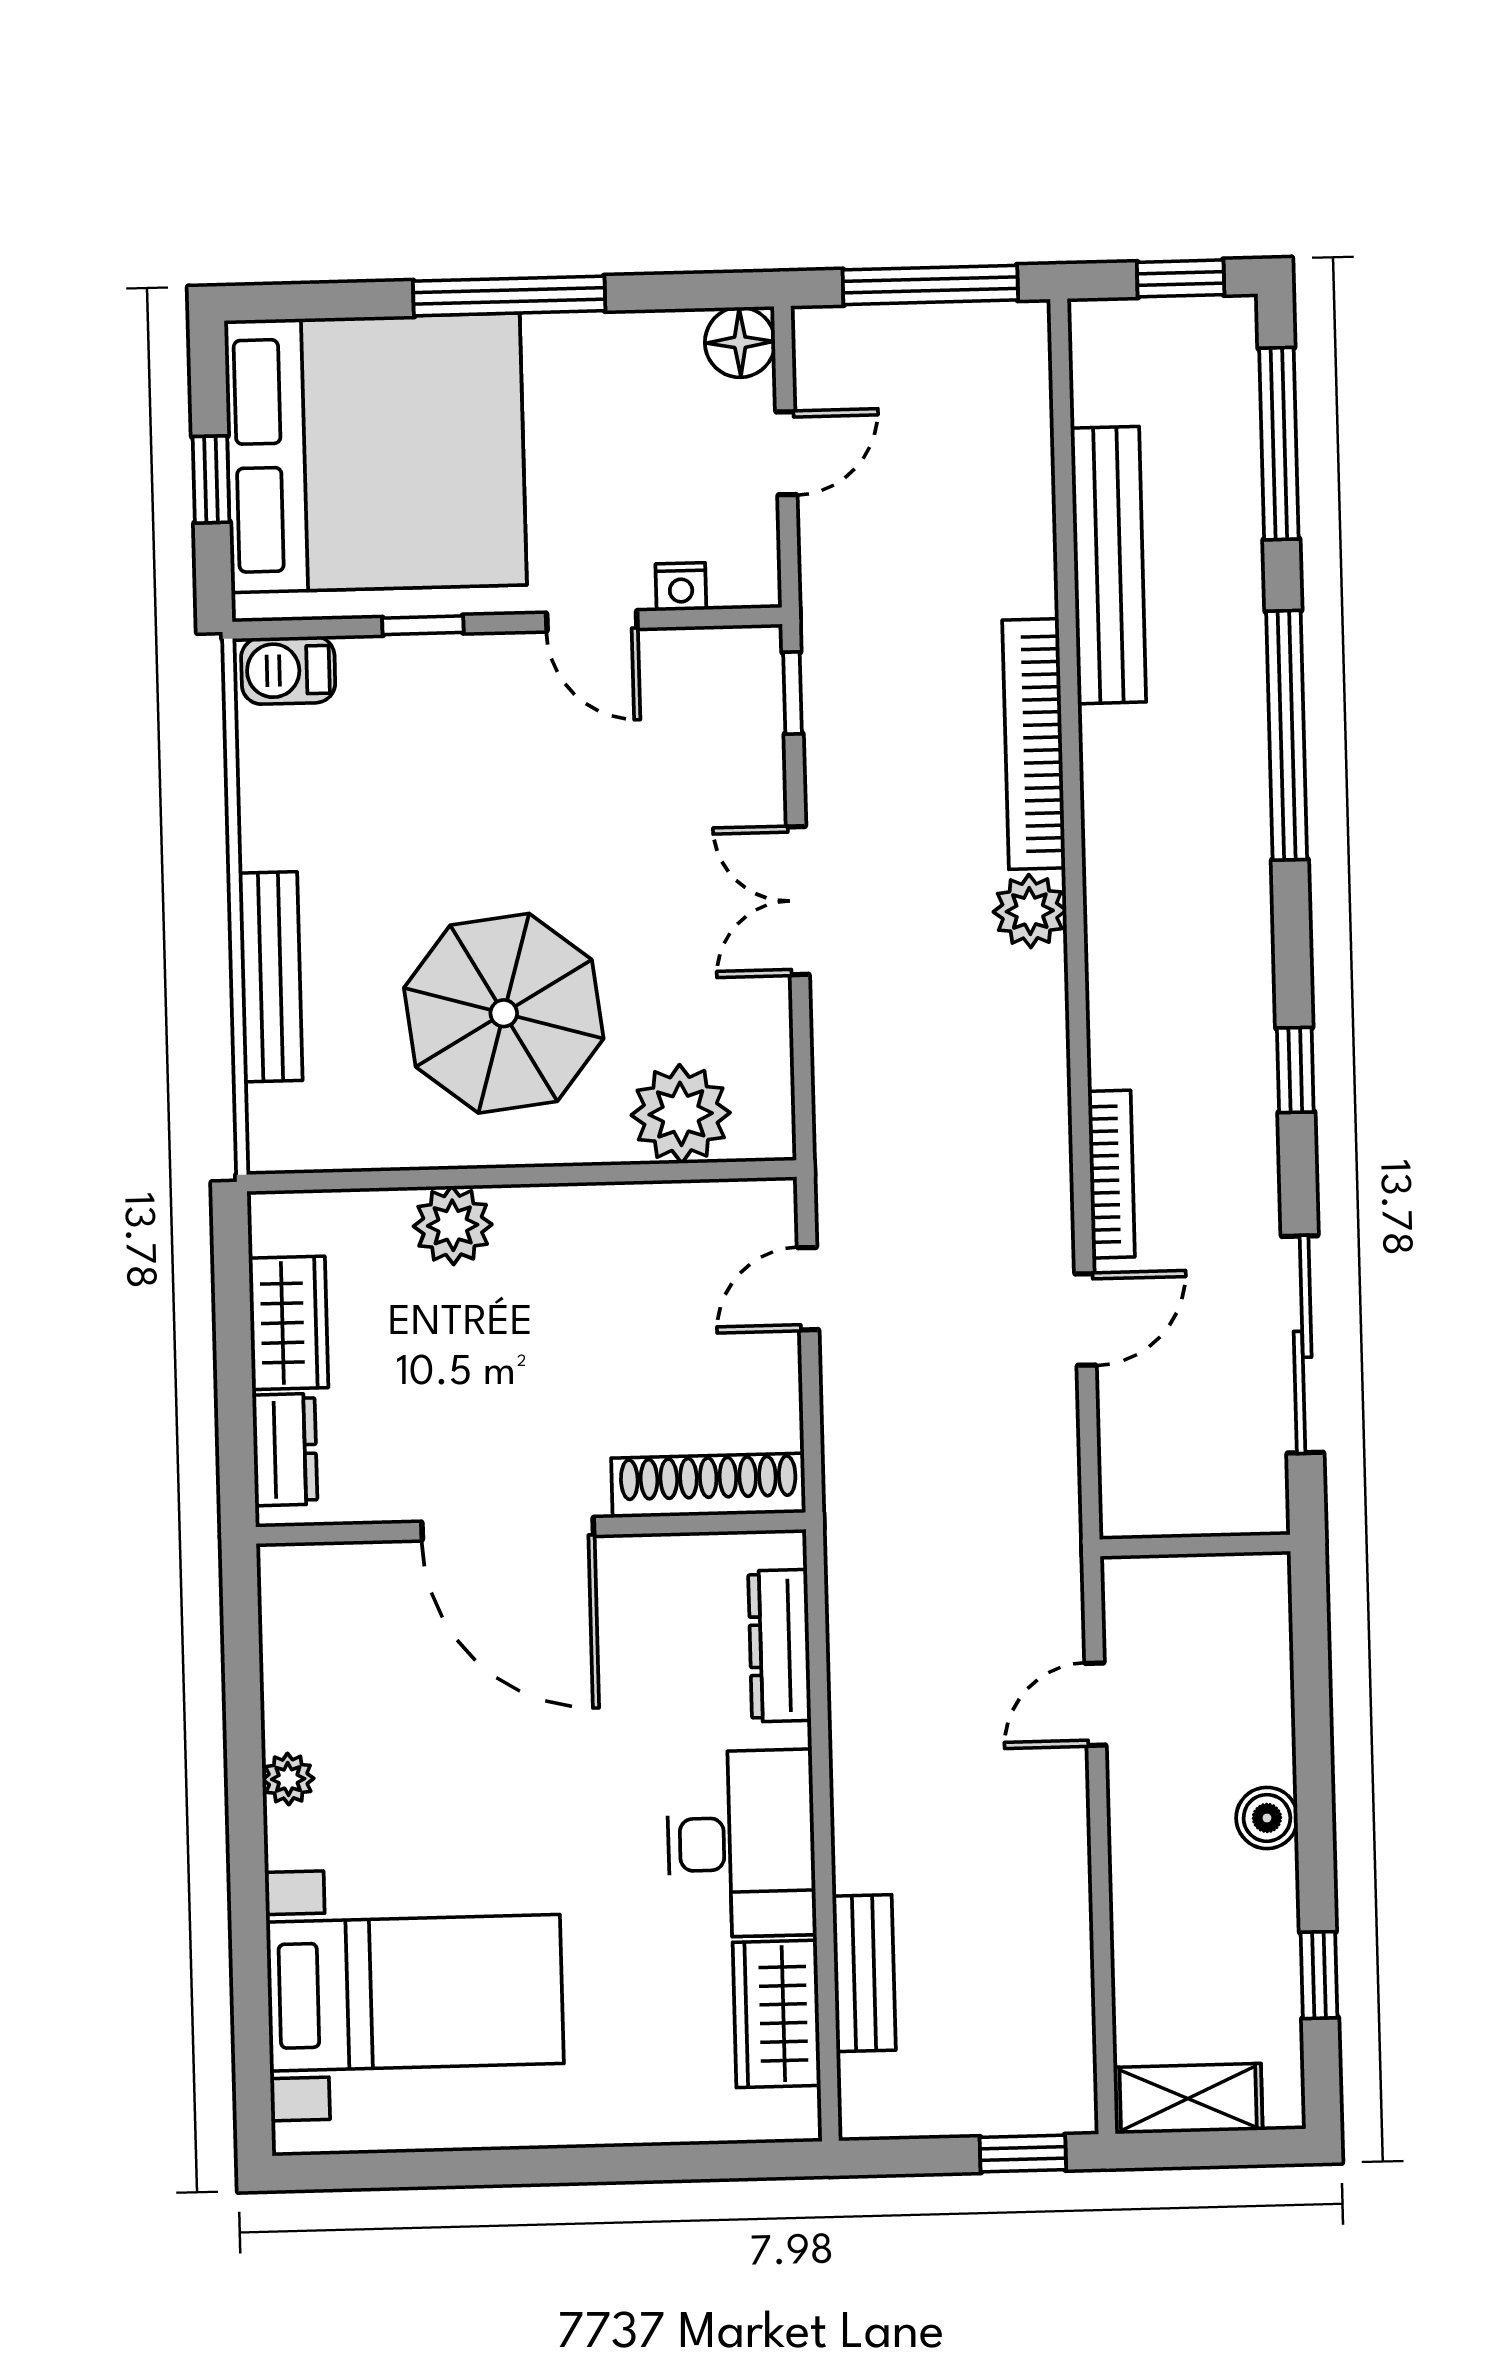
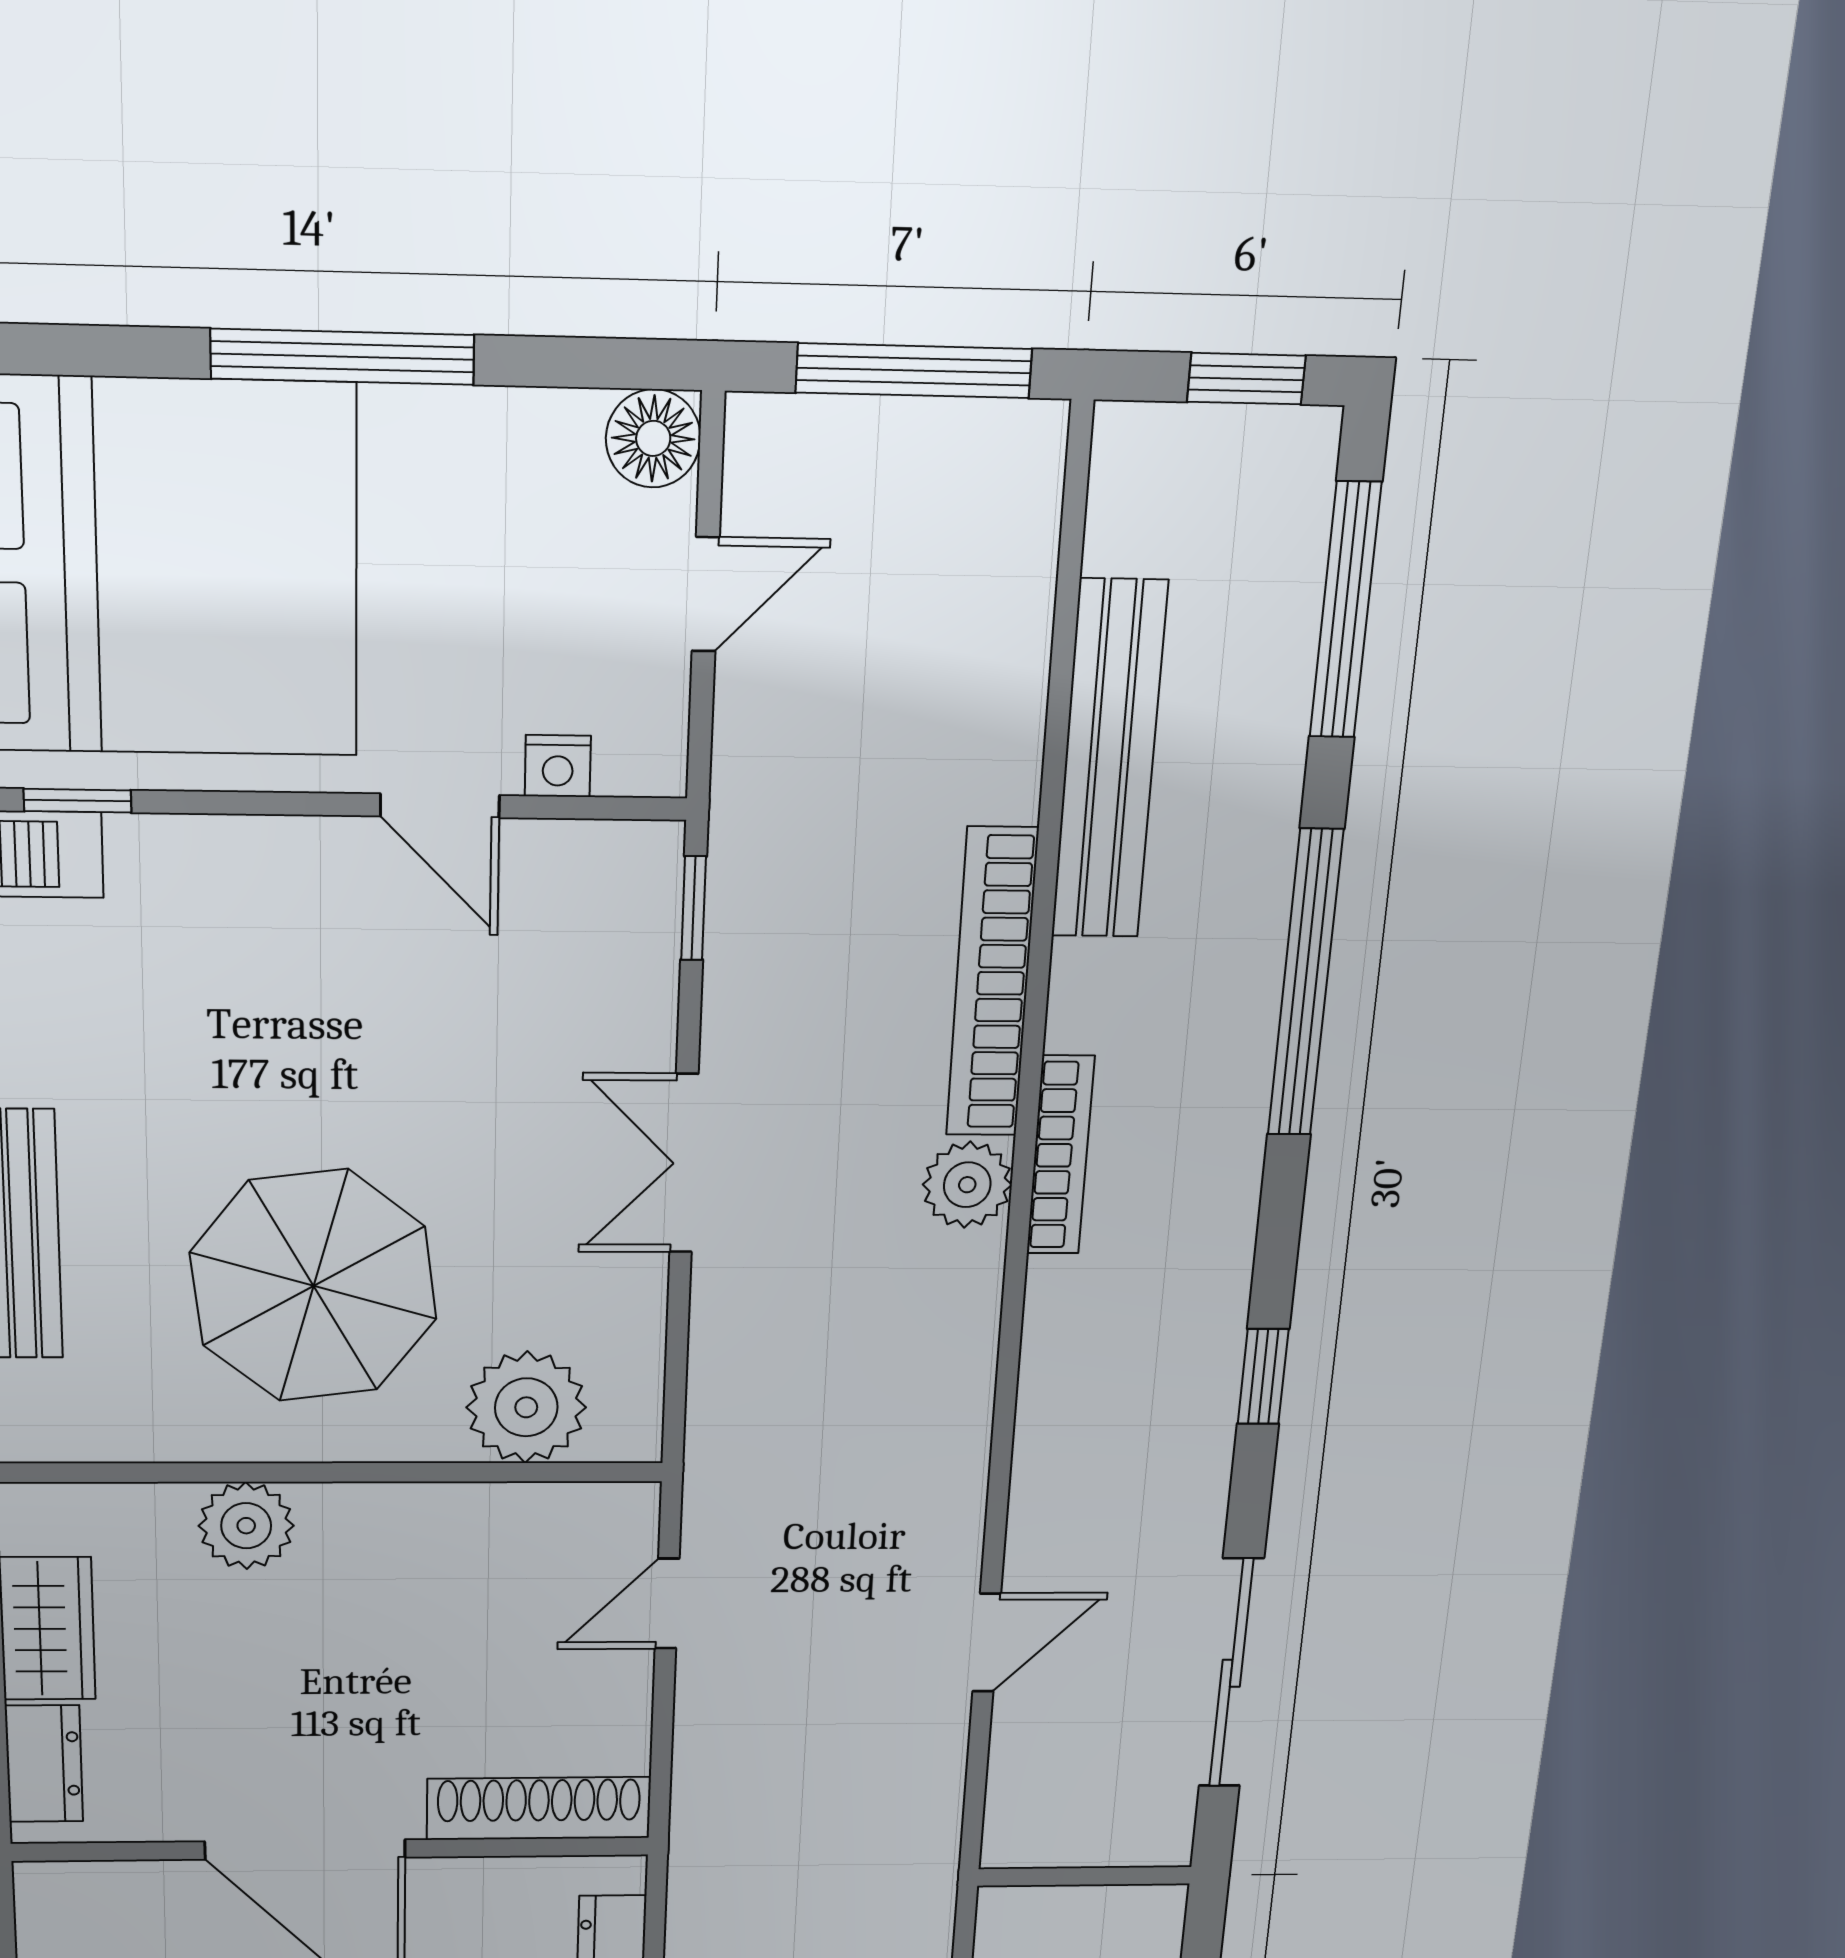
window: (423, 625) -> (78, 801), moved
bookcase: (1111, 1174) -> (1060, 1155), moved

